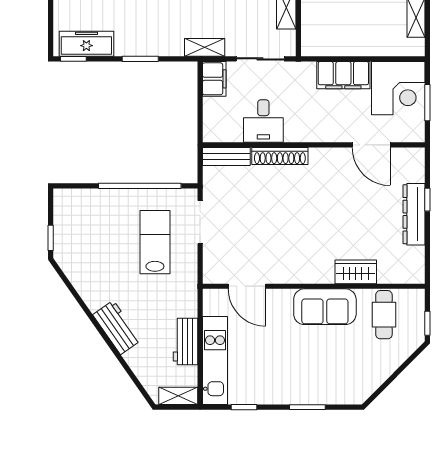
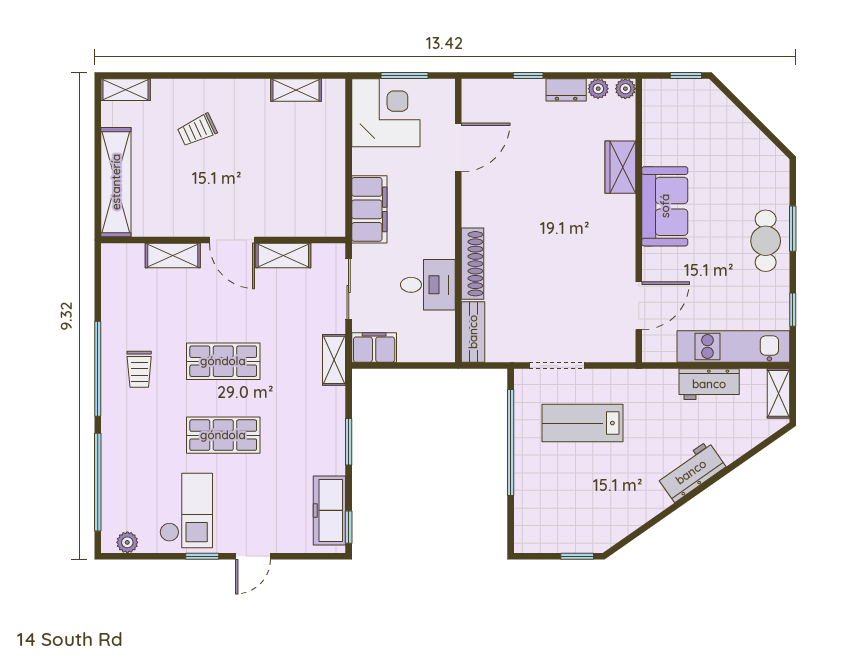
filing cabinet: (343, 75) -> (369, 209), moved
dresser: (414, 214) -> (566, 90), width x0.51, depth x0.80
plant: (417, 255) -> (598, 89), added
plant: (417, 276) -> (625, 89), added
cafe table: (384, 315) -> (766, 241), moved, turned 90

